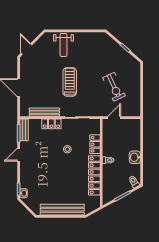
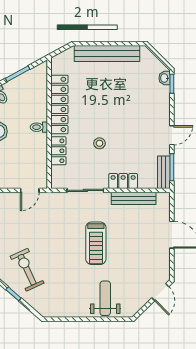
exercise bike: (114, 87) -> (27, 270), moved

